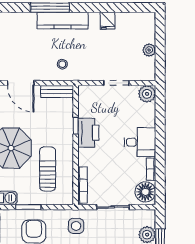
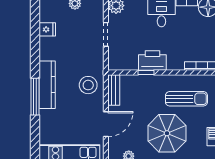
fridge: (108, 21) -> (47, 29), moved
stool: (62, 64) -> (88, 85), width x1.89, depth x1.89
sun lounger: (48, 169) -> (186, 99), turned 180

